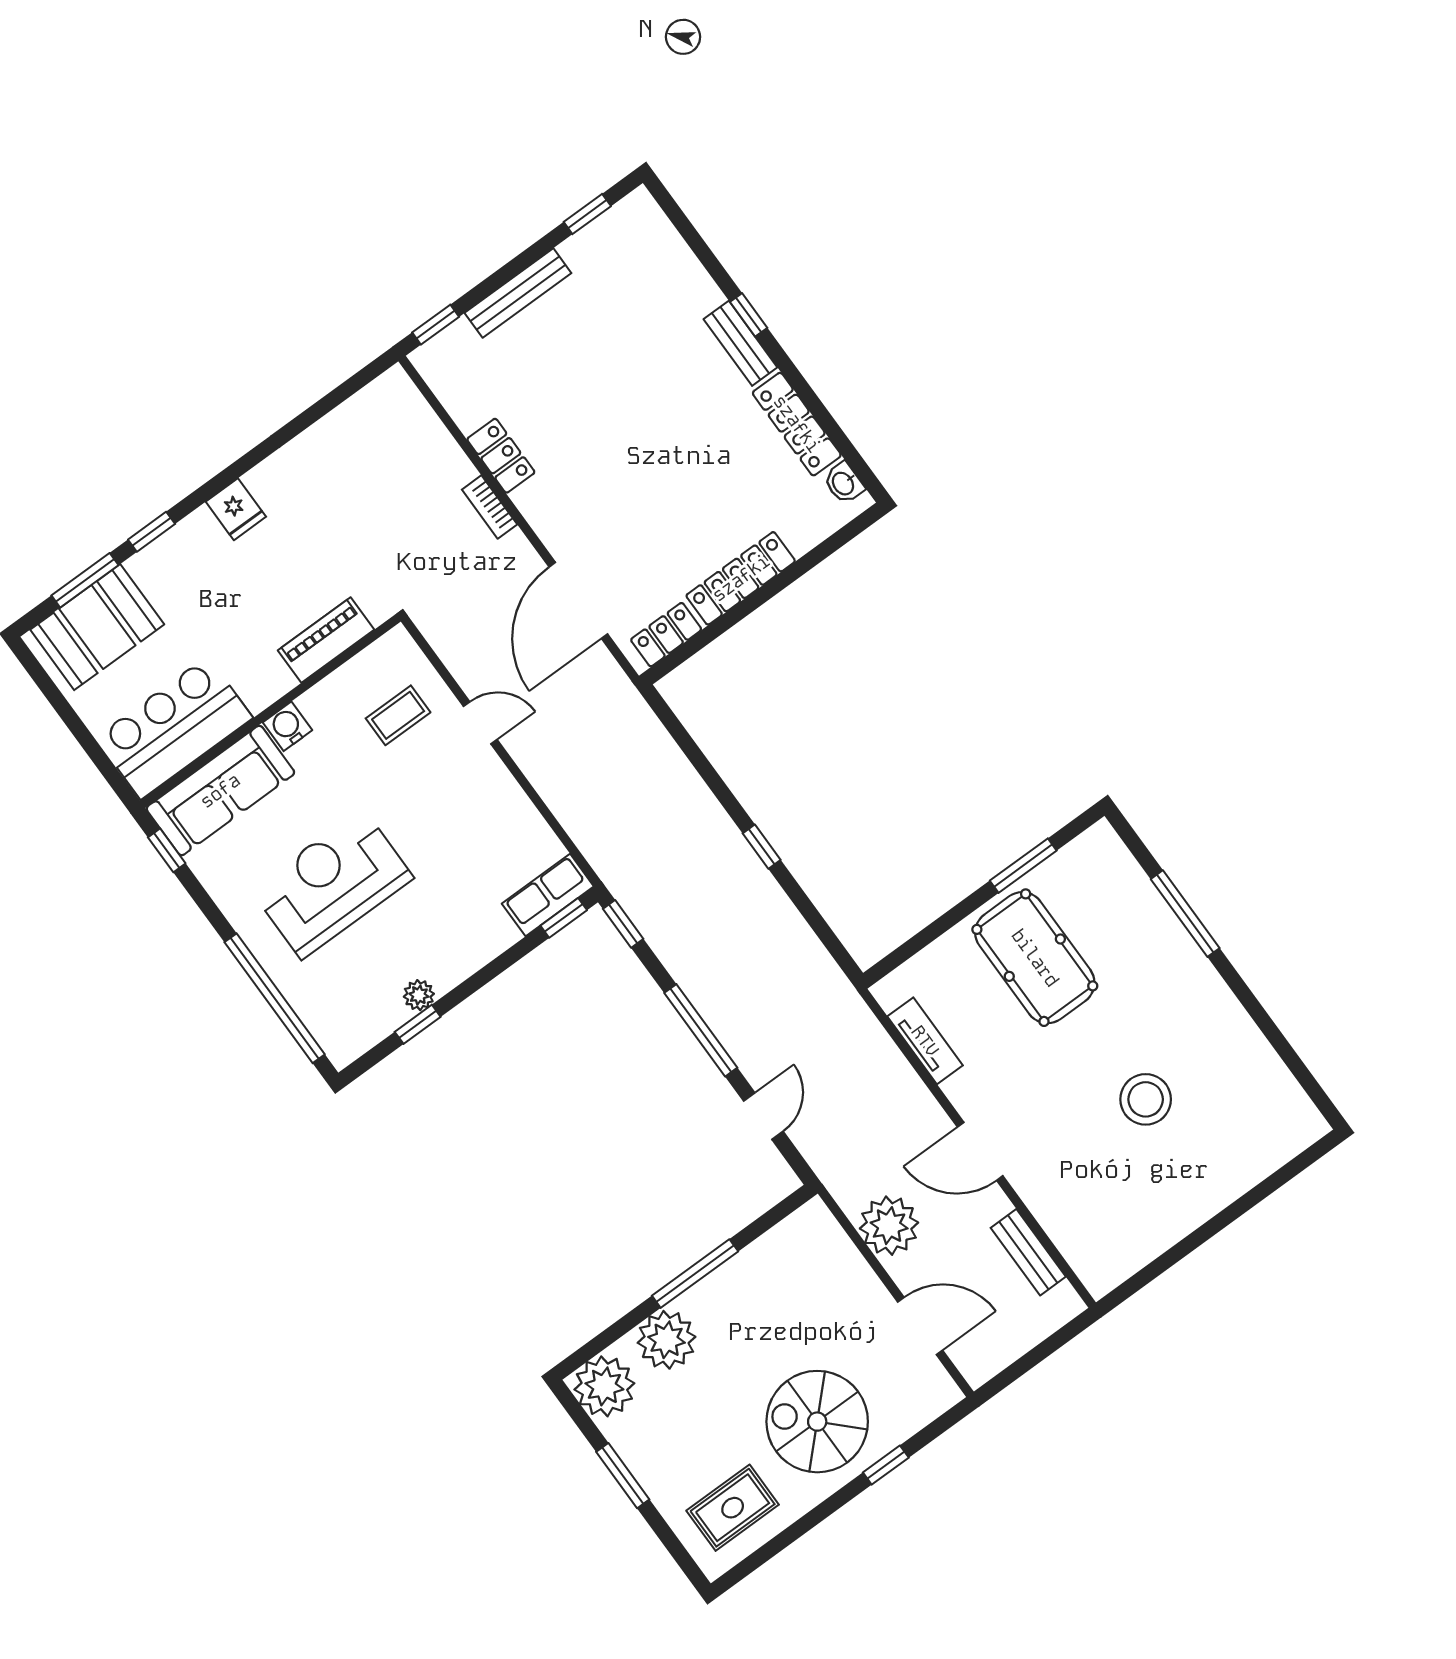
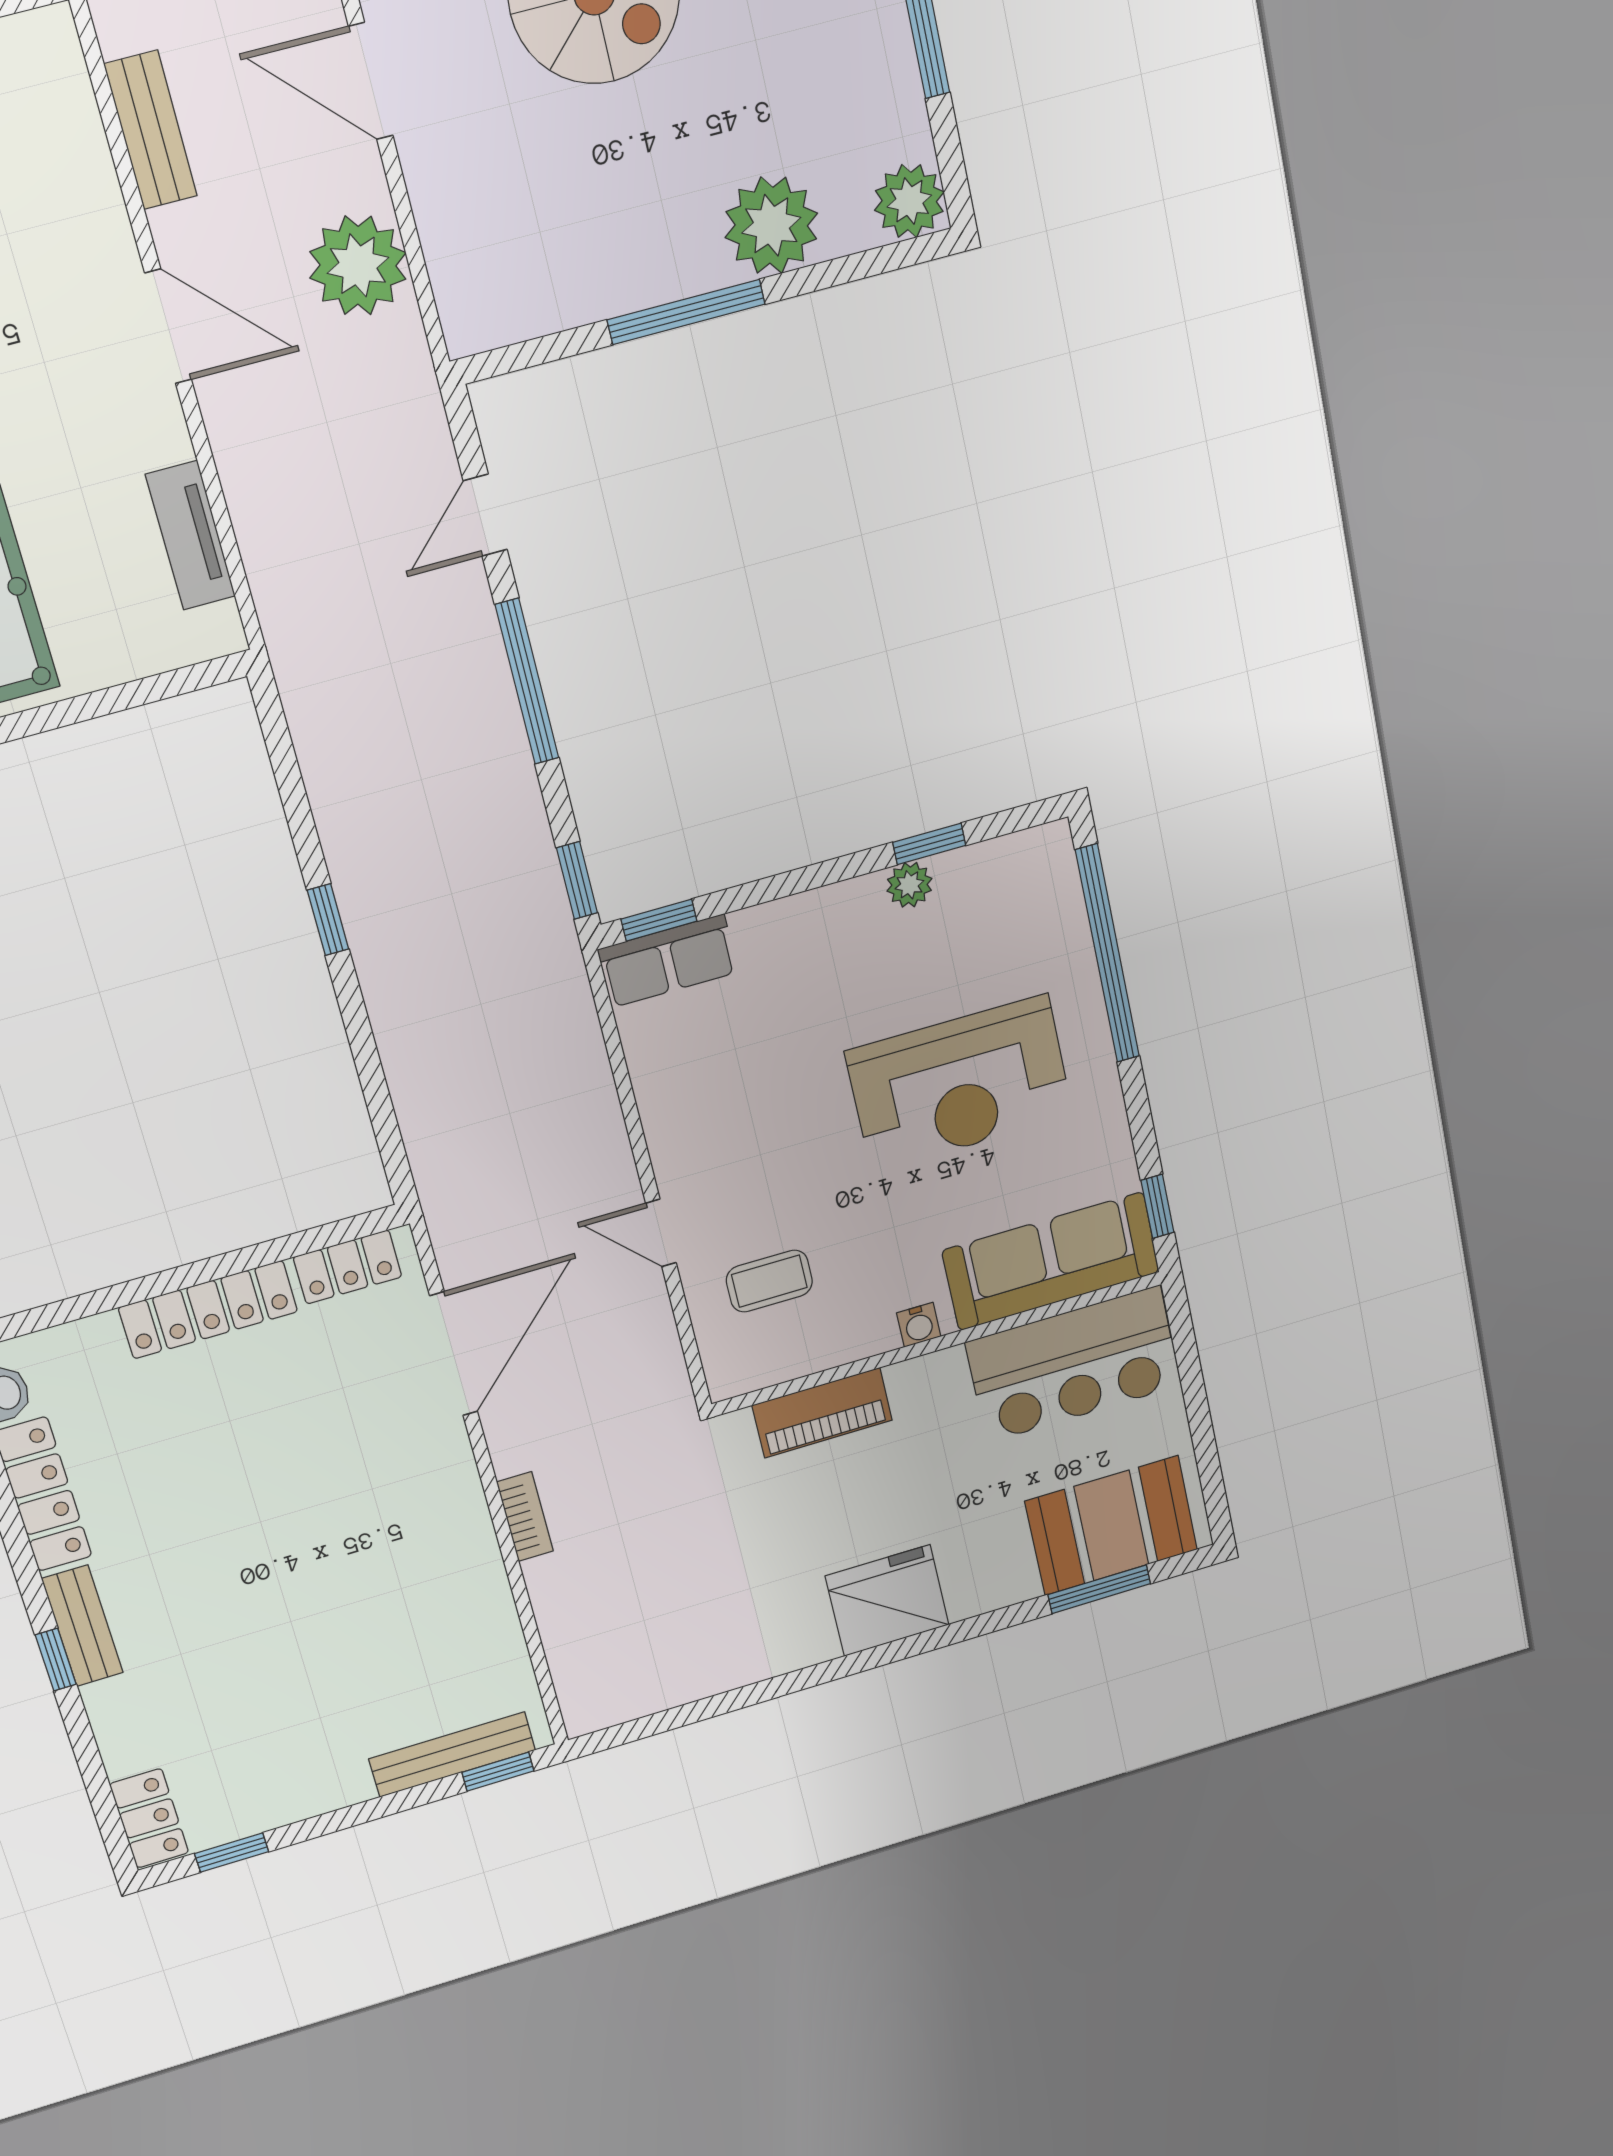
bench: (518, 293) -> (452, 1754), moved
locker: (501, 456) -> (149, 1818), moved, turned 180
fridge: (236, 509) -> (887, 1600), width x1.88, depth x1.34
window: (152, 532) -> (987, 1623), removed
water cooler: (287, 726) -> (919, 1325), width x0.72, depth x0.72
plant: (604, 1386) -> (909, 201), width x0.73, depth x0.73

